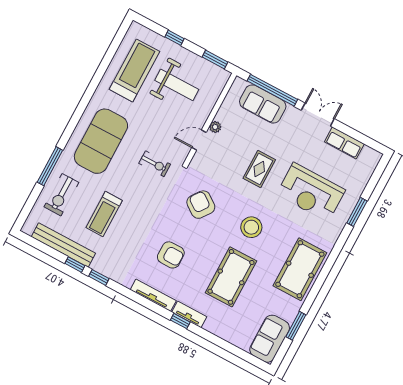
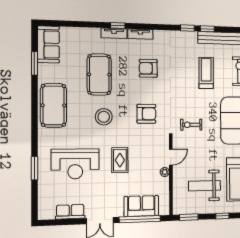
reception desk: (311, 192) -> (75, 164), turned 180
armchair: (201, 205) -> (146, 114), turned -36
tv unit: (153, 295) -> (140, 34), width x0.71

